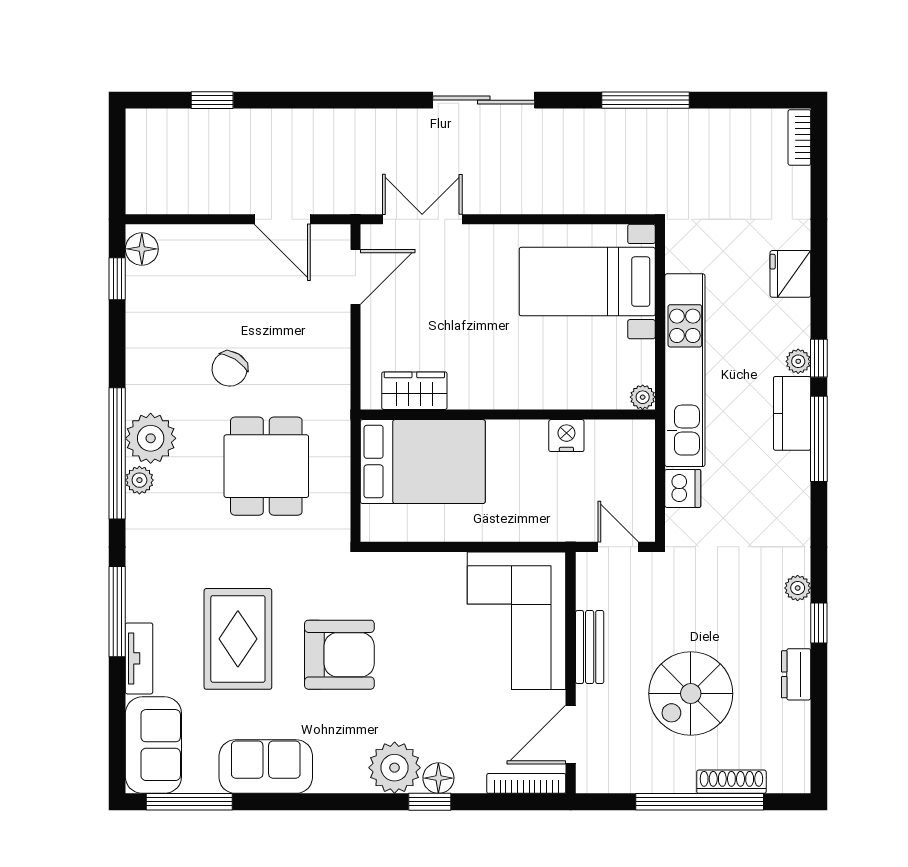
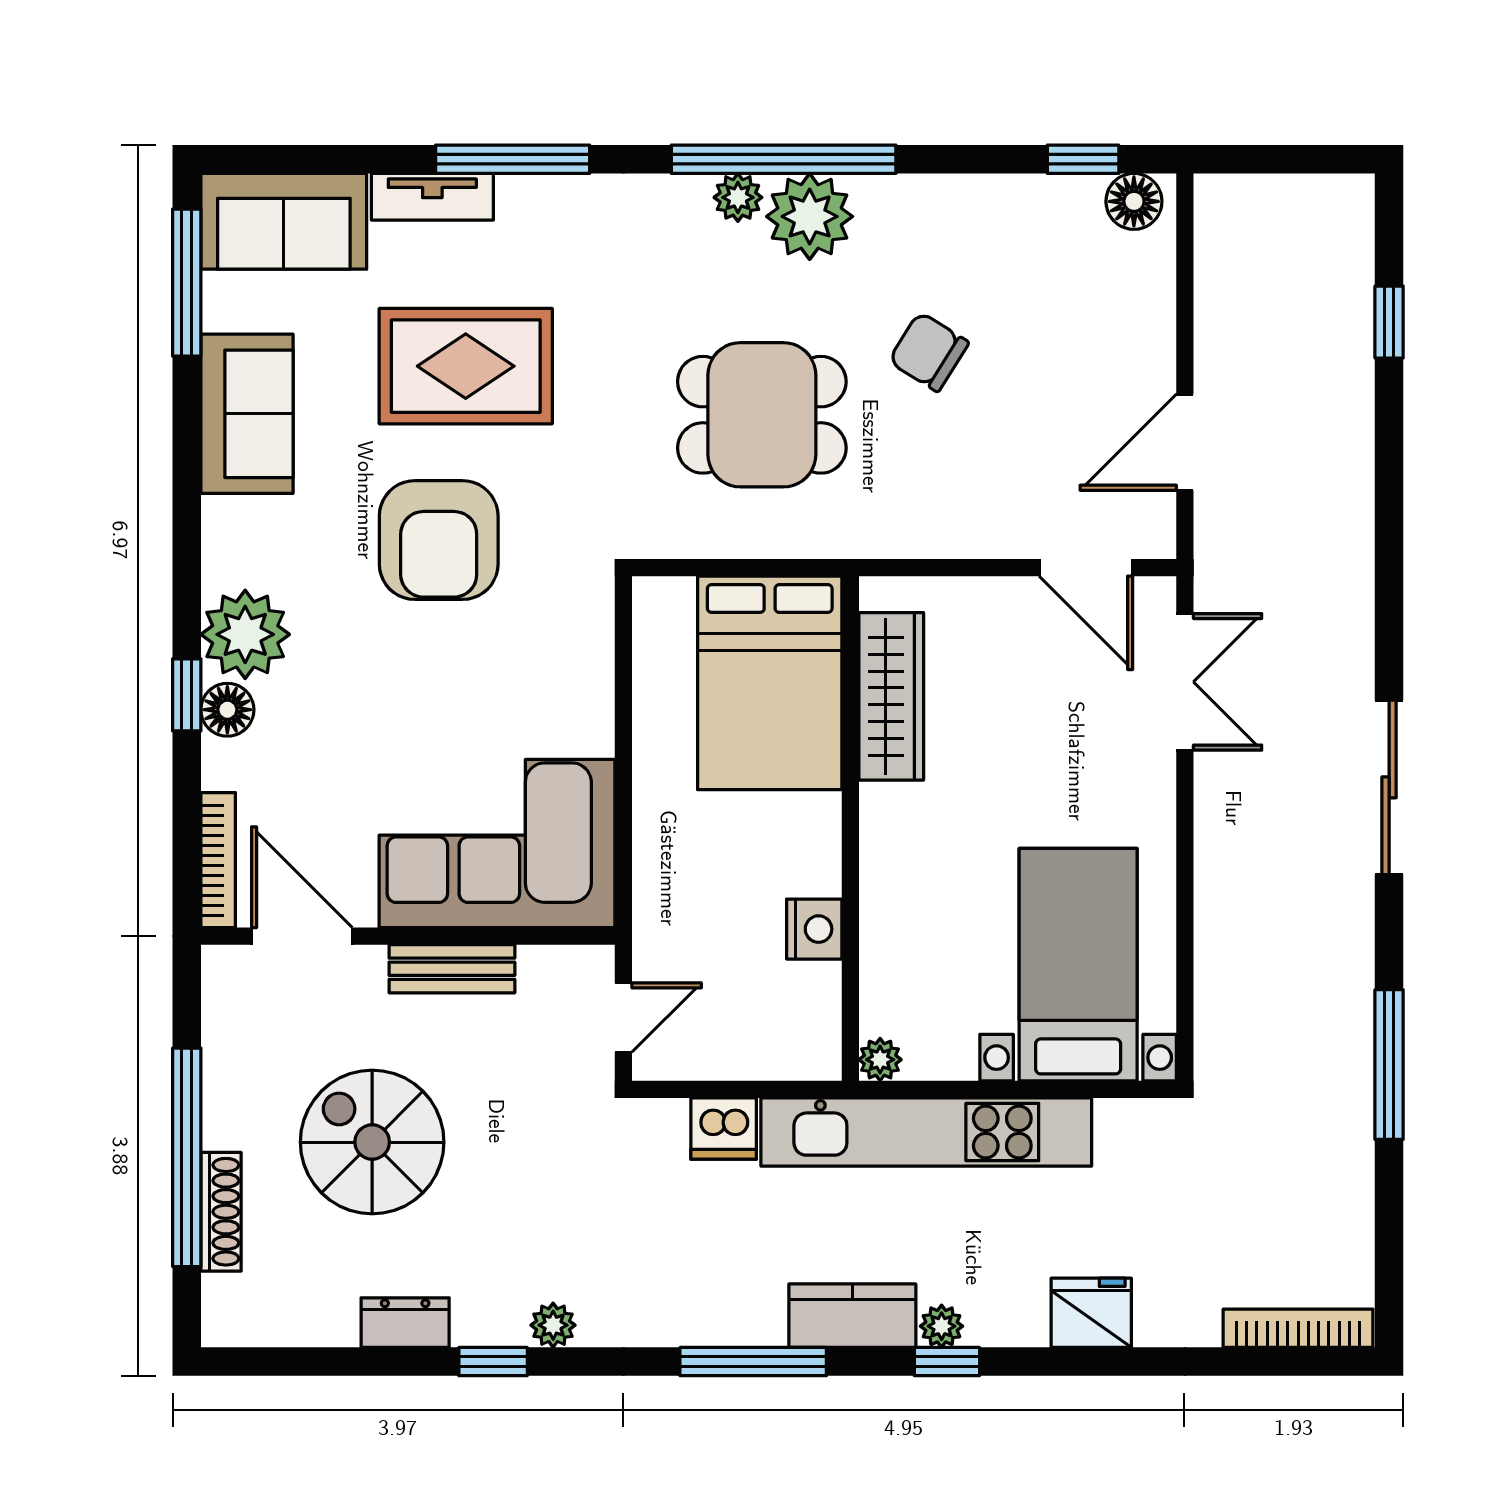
bookcase: (799, 137) -> (1298, 1328), width x1.56
wardrobe: (414, 391) -> (891, 696), width x1.50
window: (819, 439) -> (753, 1362), moved

